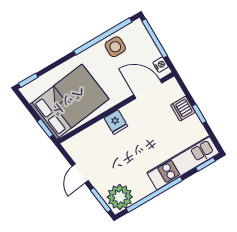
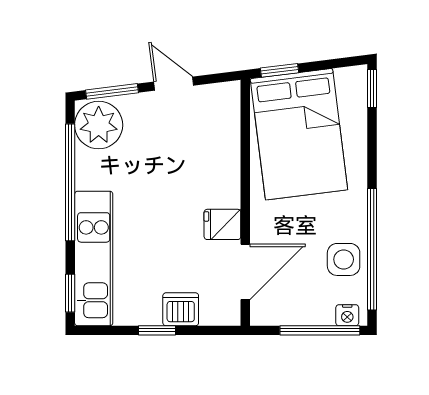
nightstand: (161, 65) -> (347, 315), moved
fridge: (116, 122) -> (222, 224), moved

